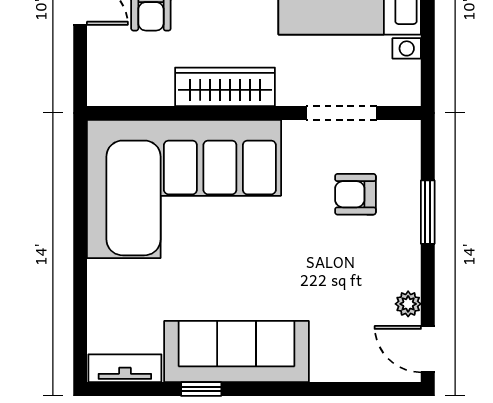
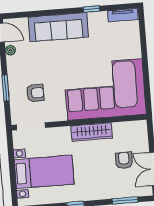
doorway: (341, 113) -> (31, 126), moved
sofa: (236, 352) -> (58, 27), moved

